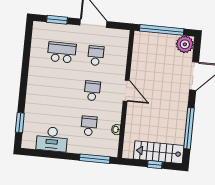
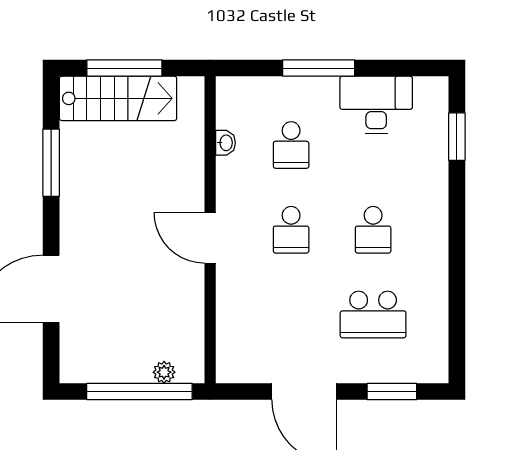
plant: (185, 44) -> (164, 372), moved, width x0.53, depth x0.53
school desk: (96, 56) -> (373, 230), moved
window: (189, 128) -> (51, 163), width x0.68
window: (95, 159) -> (319, 68), moved
window: (155, 165) -> (124, 68), width x2.17

